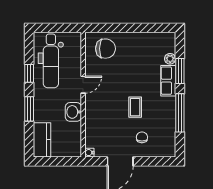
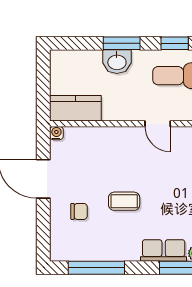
washbasin: (73, 112) -> (117, 62), moved, turned 180
window: (180, 113) -> (96, 268), moved
kitchen counter: (42, 140) -> (75, 108), moved, turned 180

